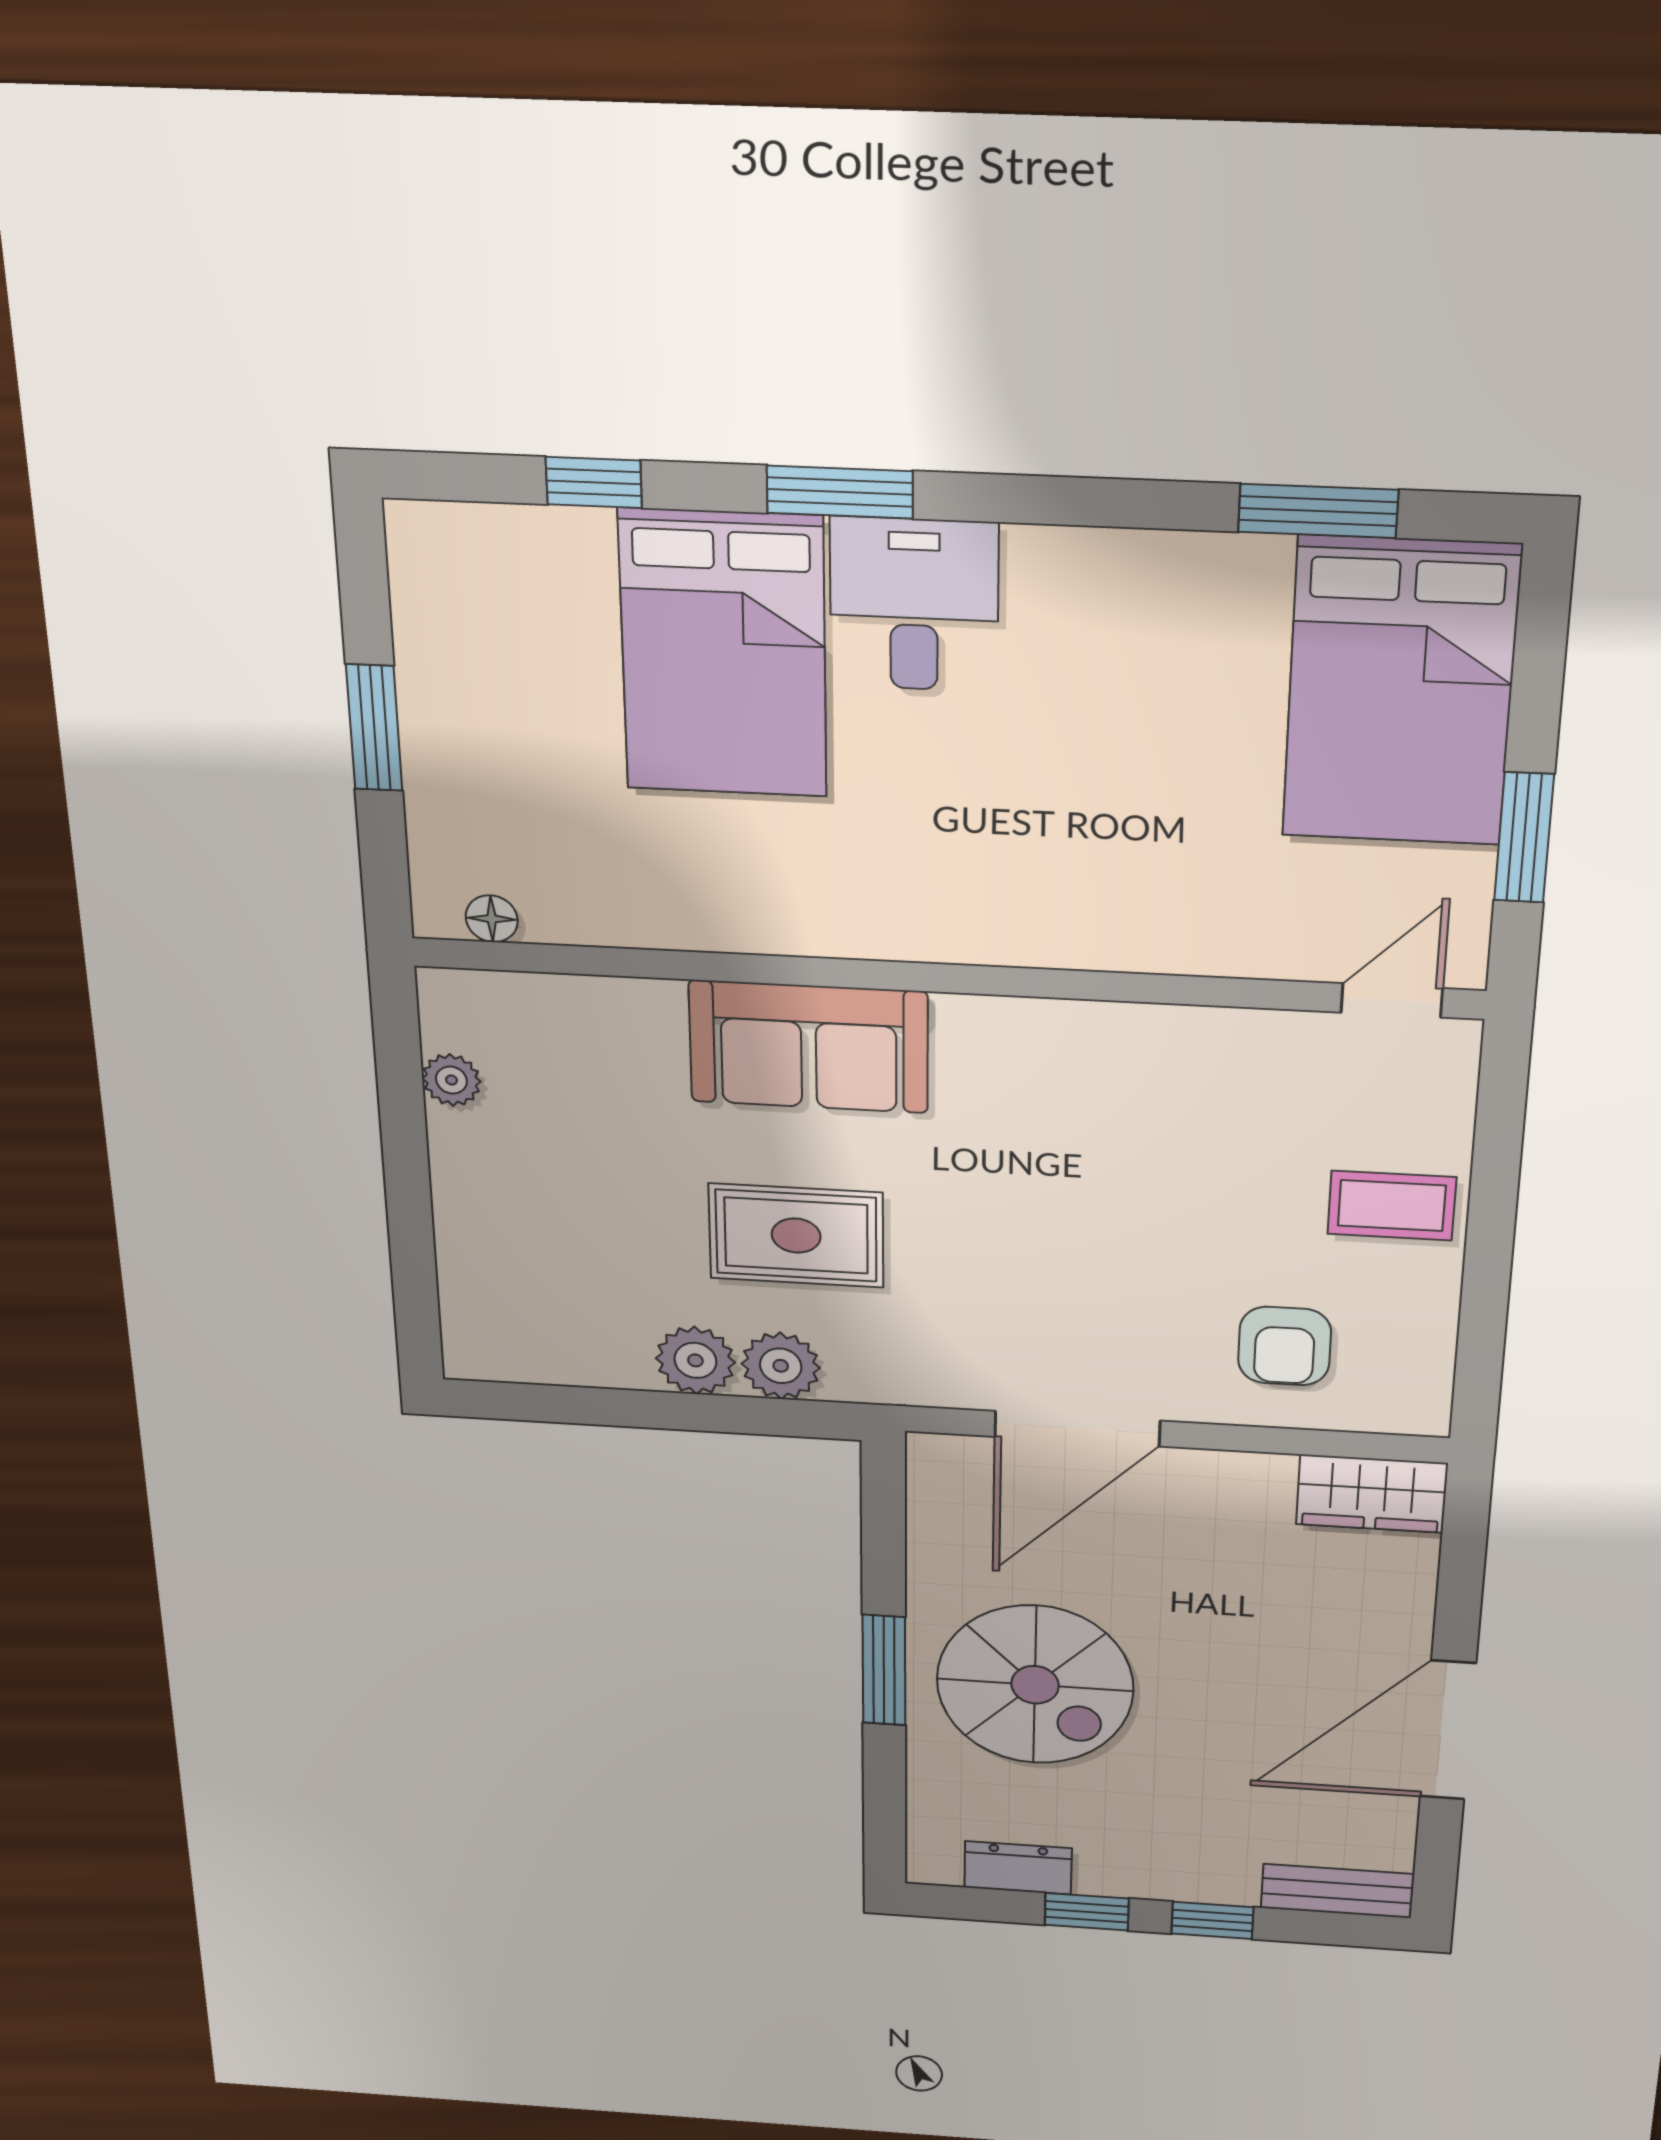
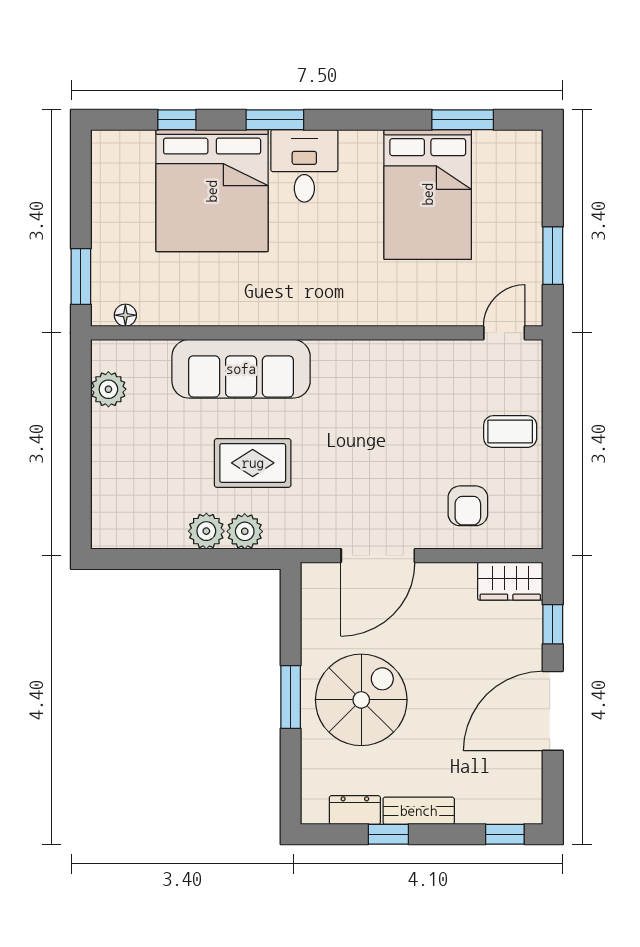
bed: (723, 654) -> (212, 191), width x1.36
bed: (1400, 692) -> (428, 194), moved
window: (374, 728) -> (81, 277), moved
sofa: (809, 1047) -> (241, 369), width x1.36
plant: (451, 1080) -> (108, 389), width x1.38, depth x1.38
window: (1461, 1578) -> (553, 624), added
spiral stairs: (1035, 1685) -> (361, 700), turned -90
bench: (1337, 1891) -> (419, 811), moved
window: (1212, 1920) -> (505, 834), moved

